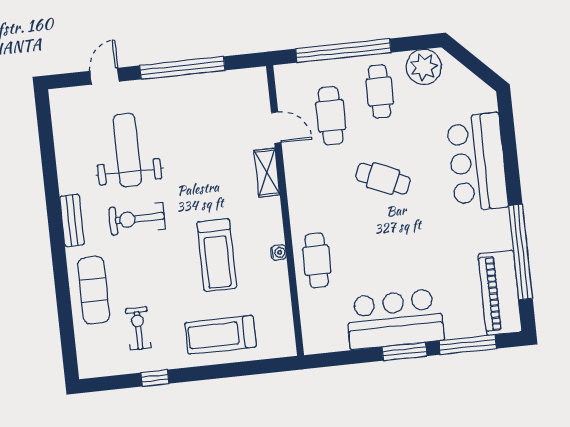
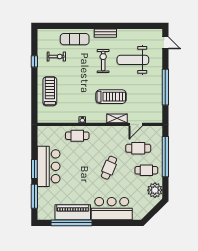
door: (104, 76) -> (165, 43), moved
weight bench: (127, 150) -> (133, 60), turned 180
treadmill: (217, 255) -> (111, 97), moved, turned 180
piano: (500, 293) -> (73, 212), moved

